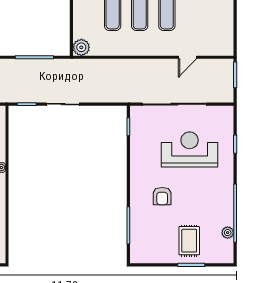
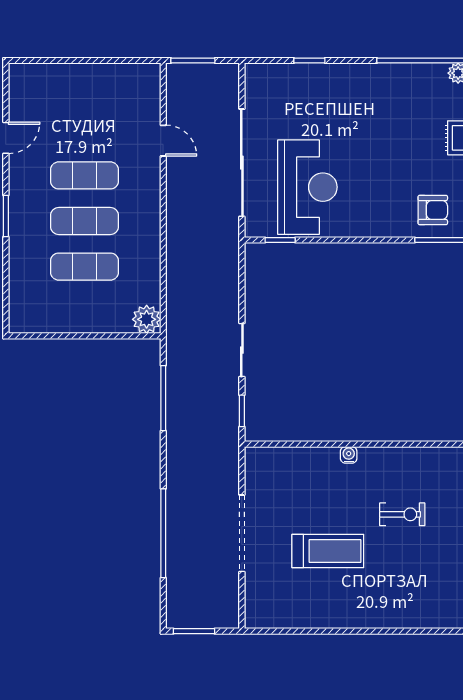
reception desk: (190, 149) -> (307, 187), moved, turned 180
armchair: (162, 196) -> (433, 210), moved

